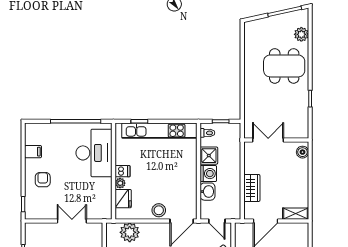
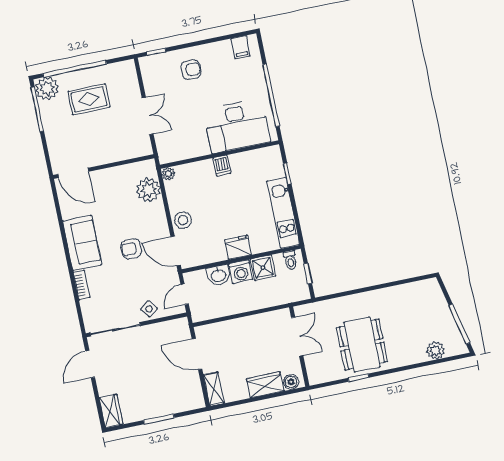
dining table: (284, 66) -> (362, 345), moved
kitchen unit: (159, 131) -> (283, 213), width x0.73
filing cabinet: (33, 152) -> (240, 47), moved
plant: (120, 183) -> (168, 174), moved
wardrobe: (252, 188) -> (265, 385), moved, turned 180
fridge: (123, 199) -> (238, 247), moved, turned 180

